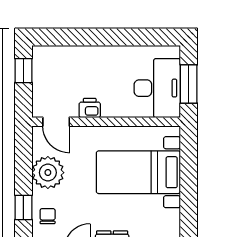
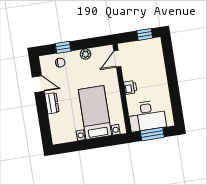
printer: (90, 108) -> (130, 87), moved
plant: (48, 173) -> (86, 54), width x0.53, depth x0.53

